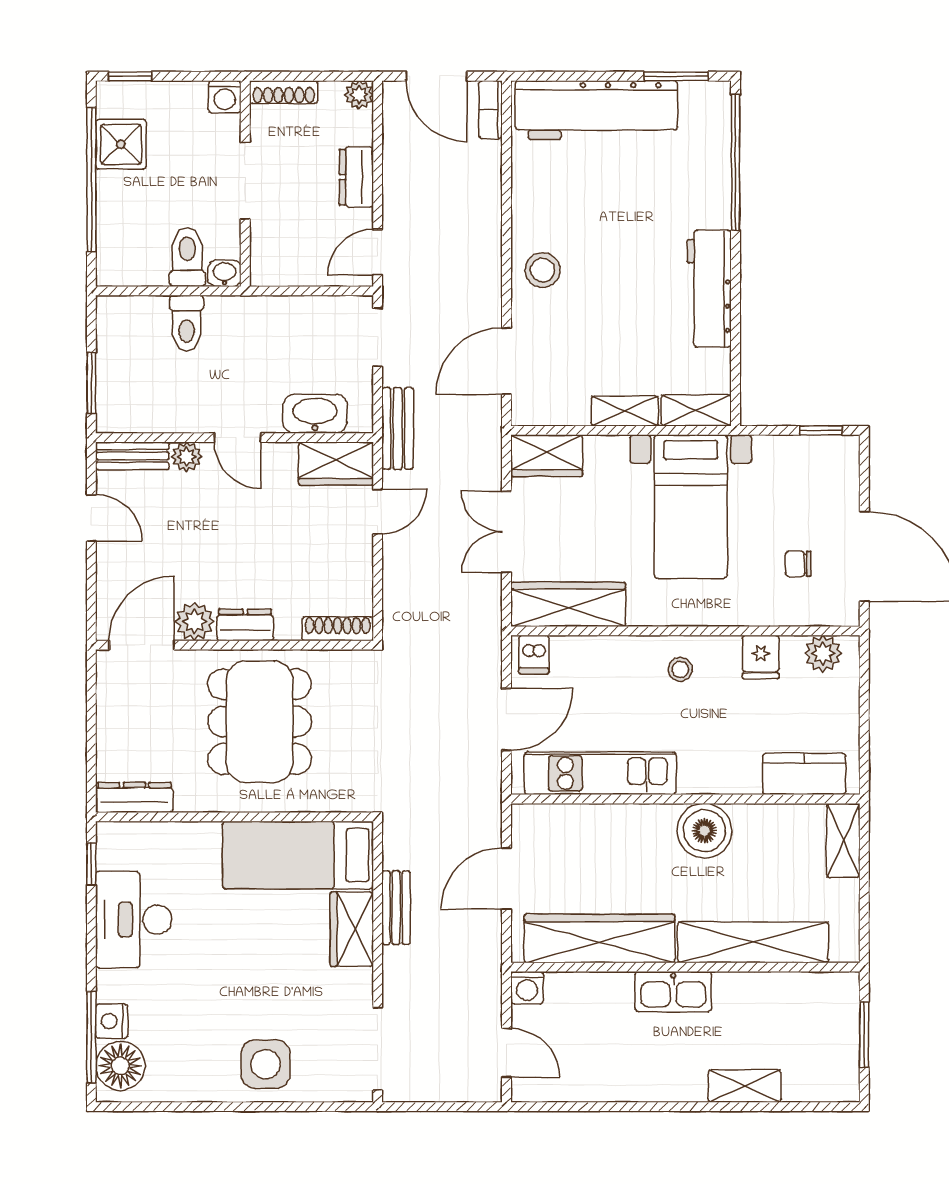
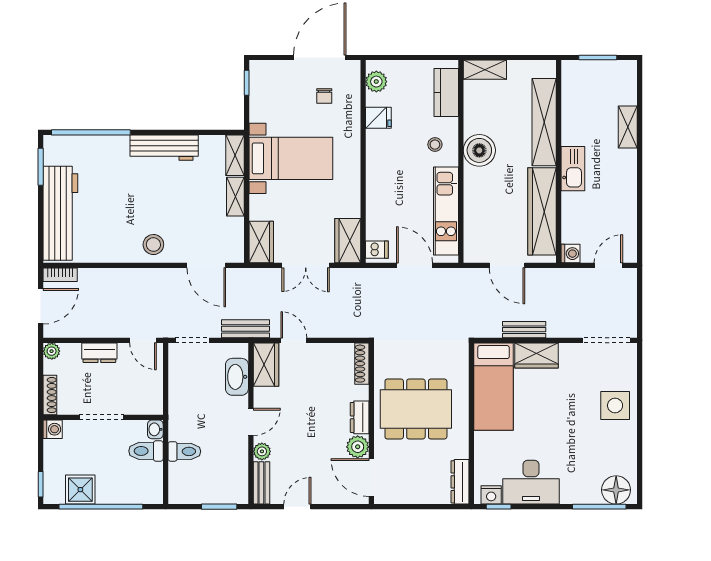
wardrobe: (568, 604) -> (348, 241), width x0.67
stool: (680, 669) -> (435, 145), moved
nightstand: (112, 1021) -> (491, 495), moved

